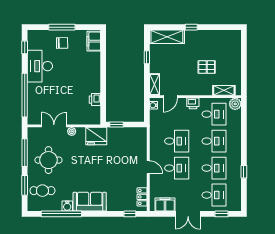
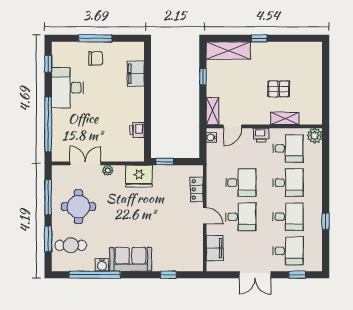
filing cabinet: (94, 41) -> (136, 74), moved
shelving: (224, 90) -> (285, 118), moved
locker: (142, 197) -> (197, 189), moved
filing cabinet: (165, 205) -> (215, 248), moved, turned 90
window: (130, 214) -> (168, 275), moved

